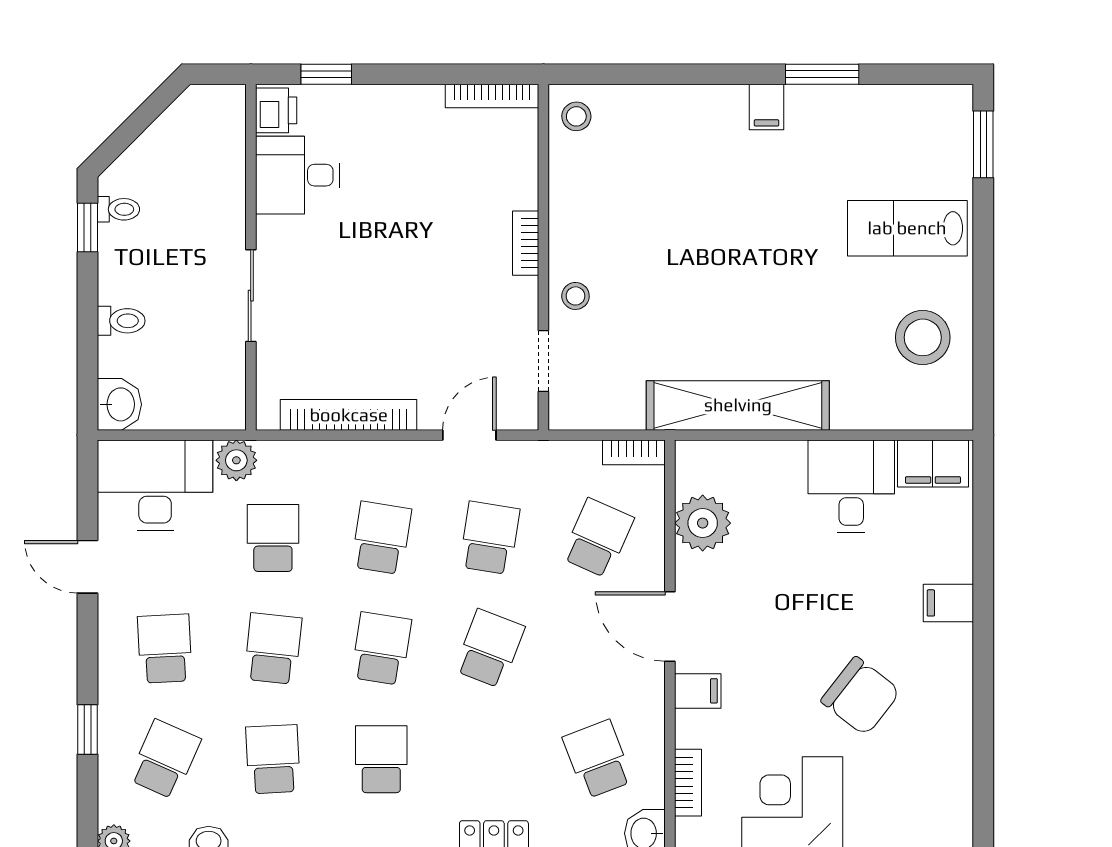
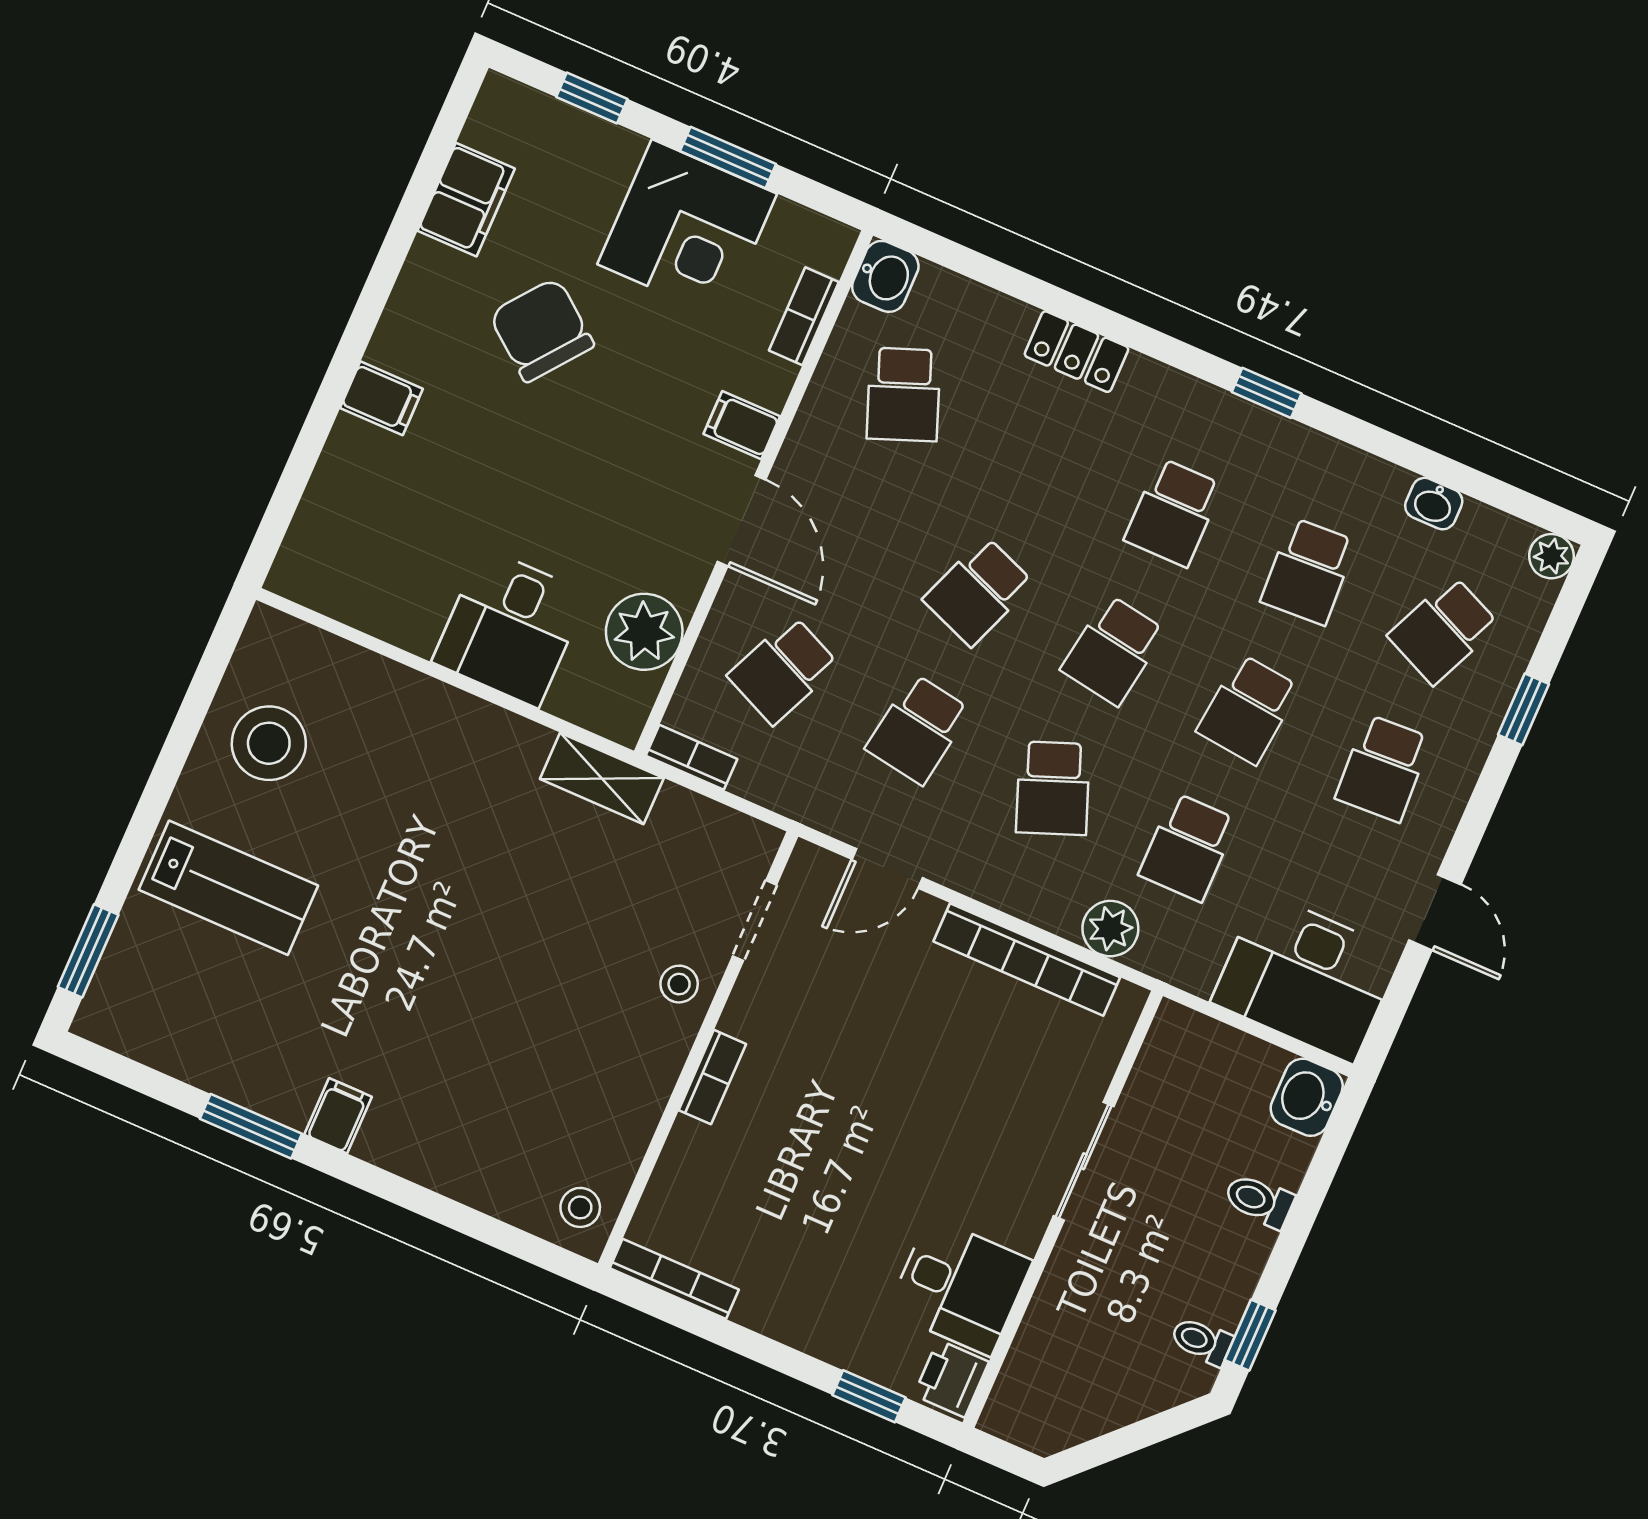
shelving: (738, 405) -> (602, 779), width x0.45, depth x0.75
plant: (236, 460) -> (1110, 929), moved
filing cabinet: (933, 463) -> (466, 200), moved, turned 90
desk: (851, 486) -> (510, 628), moved
school desk: (381, 538) -> (1053, 788), turned -30

